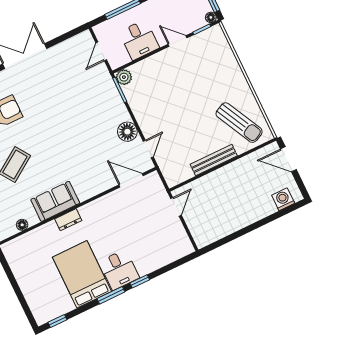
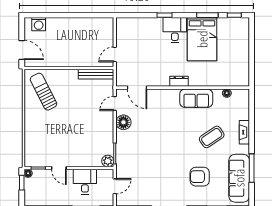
bench: (214, 160) -> (96, 74), moved
dresser: (68, 220) -> (179, 81), moved
window: (111, 295) -> (207, 15), moved

